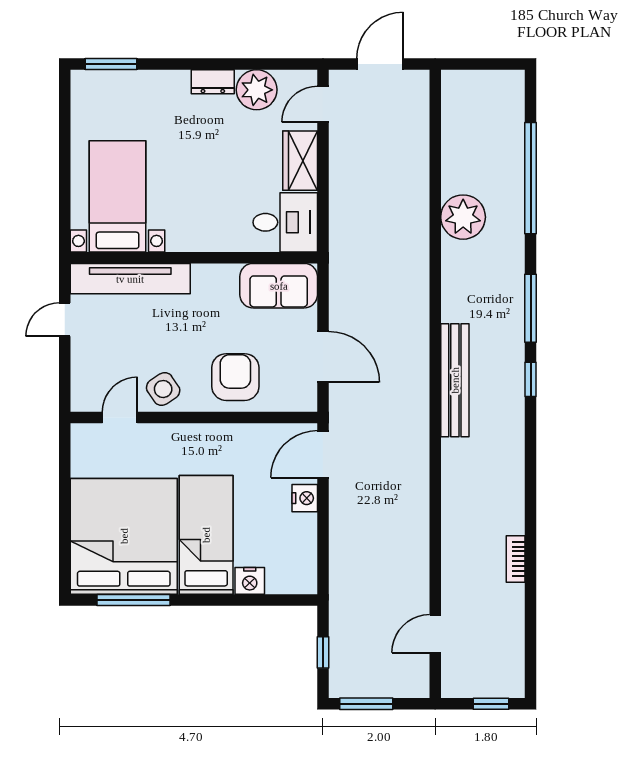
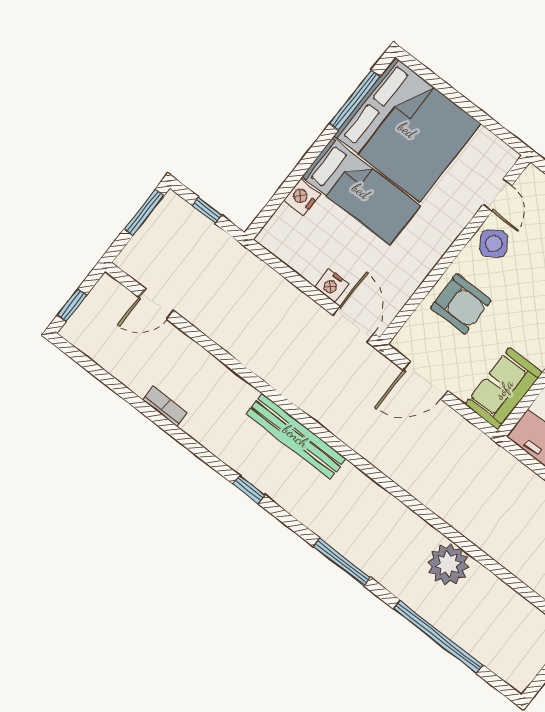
window: (531, 379) -> (249, 490), moved
bench: (455, 380) -> (296, 436), moved
door: (435, 634) -> (156, 304), swing flipped

